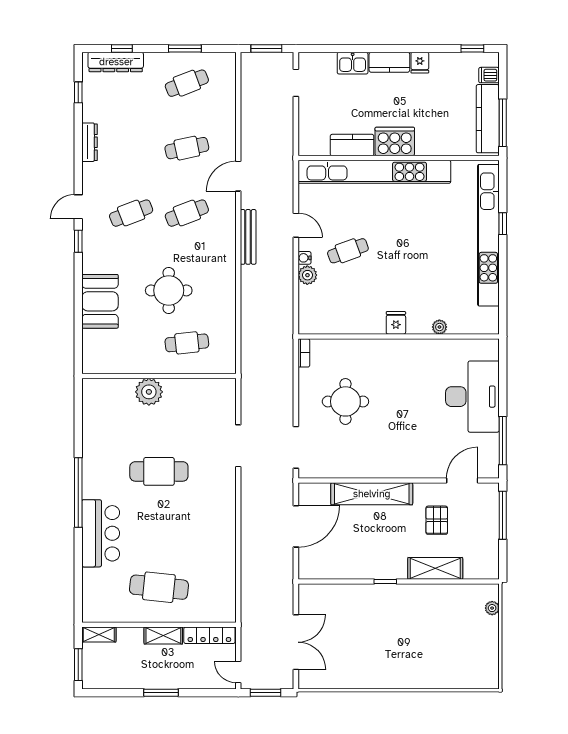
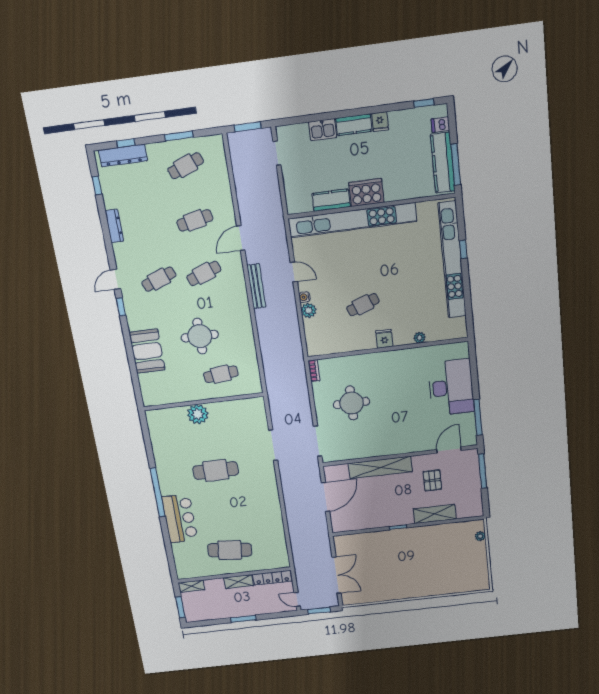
cafe table: (348, 251) -> (363, 305), moved

